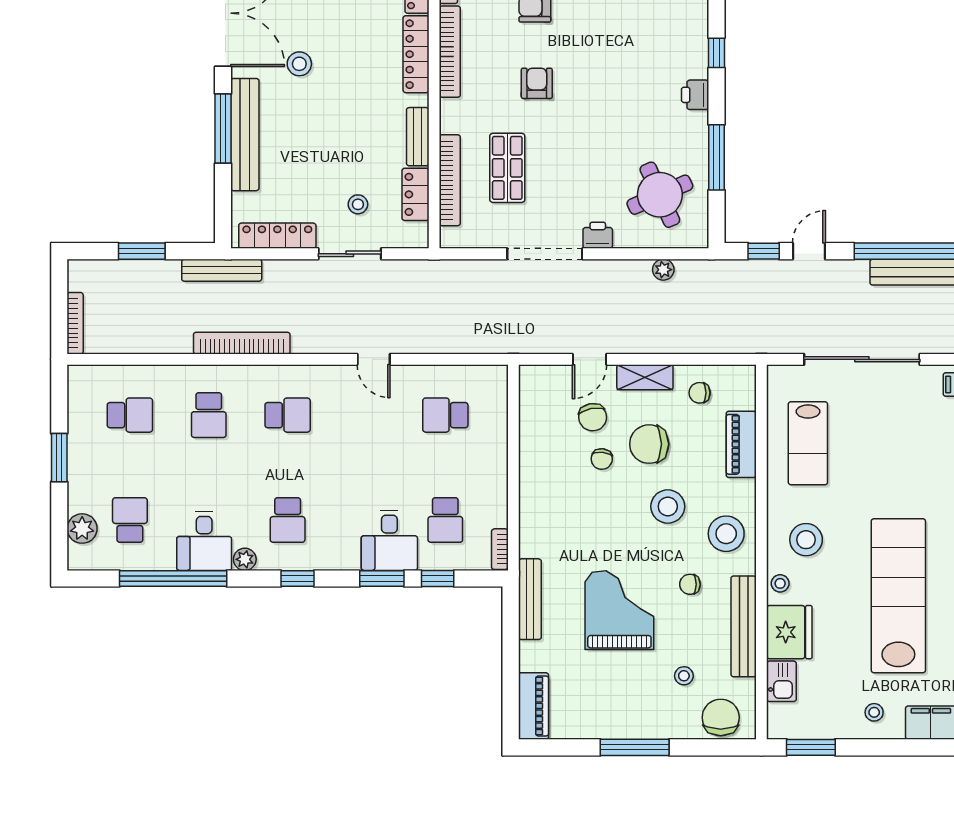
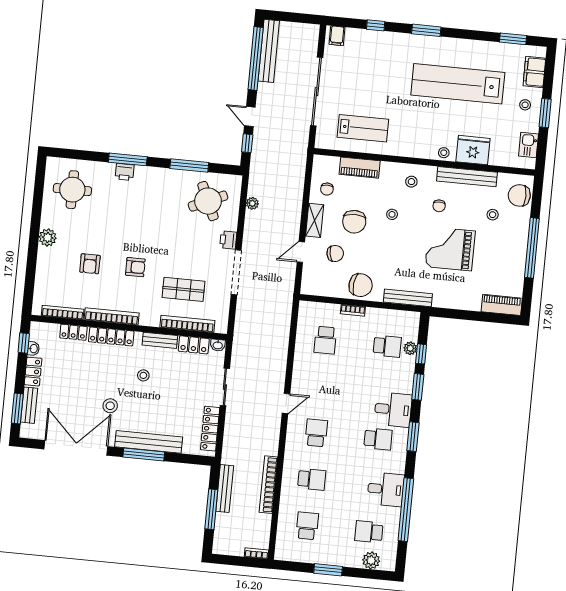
window: (717, 53) -> (128, 159), width x2.17
armchair: (537, 83) -> (135, 267), turned 180
printer: (695, 95) -> (125, 172), moved
stool: (358, 204) -> (143, 375), moved
washbasin: (419, 235) -> (218, 345), added
window: (142, 251) -> (211, 509), width x1.44
bench: (222, 270) -> (225, 488), moved
bookcase: (75, 323) -> (256, 553), width x0.64
bookcase: (242, 343) -> (268, 485), moved
door: (374, 359) -> (286, 403), moved
door: (589, 359) -> (301, 252), swing flipped
chair: (602, 459) -> (361, 285), moved, width x1.87, depth x1.87
stool: (668, 506) -> (392, 214), width x0.53, depth x0.53
stool: (726, 534) -> (411, 182), width x0.53, depth x0.53
desk: (389, 540) -> (393, 410), moved
stool: (806, 540) -> (420, 135), removed
bookcase: (500, 549) -> (353, 310), moved
plant: (245, 559) -> (410, 348), moved
window: (297, 578) -> (413, 437), width x1.50
bench: (530, 599) -> (408, 298), moved
kitchen sink: (781, 681) -> (529, 145), moved, turned -90
window: (635, 747) -> (532, 248), width x1.46
window: (811, 747) -> (545, 113), moved

